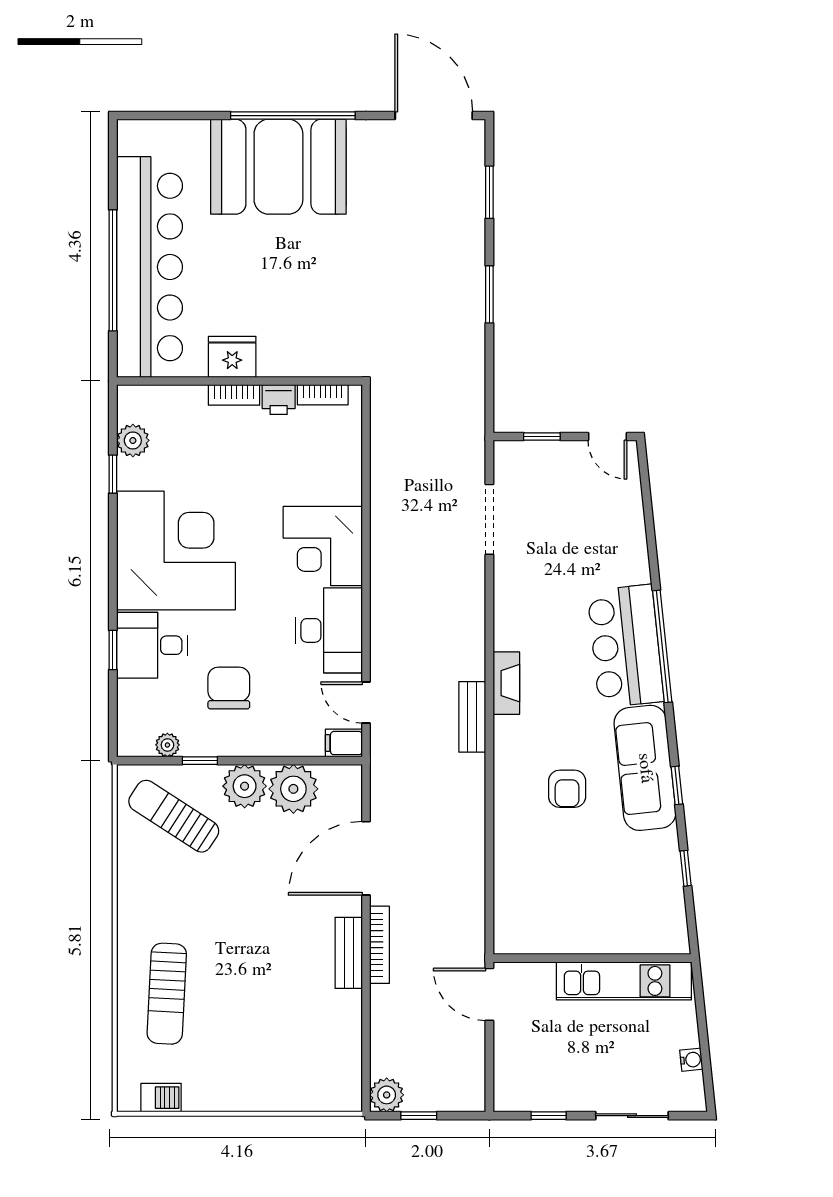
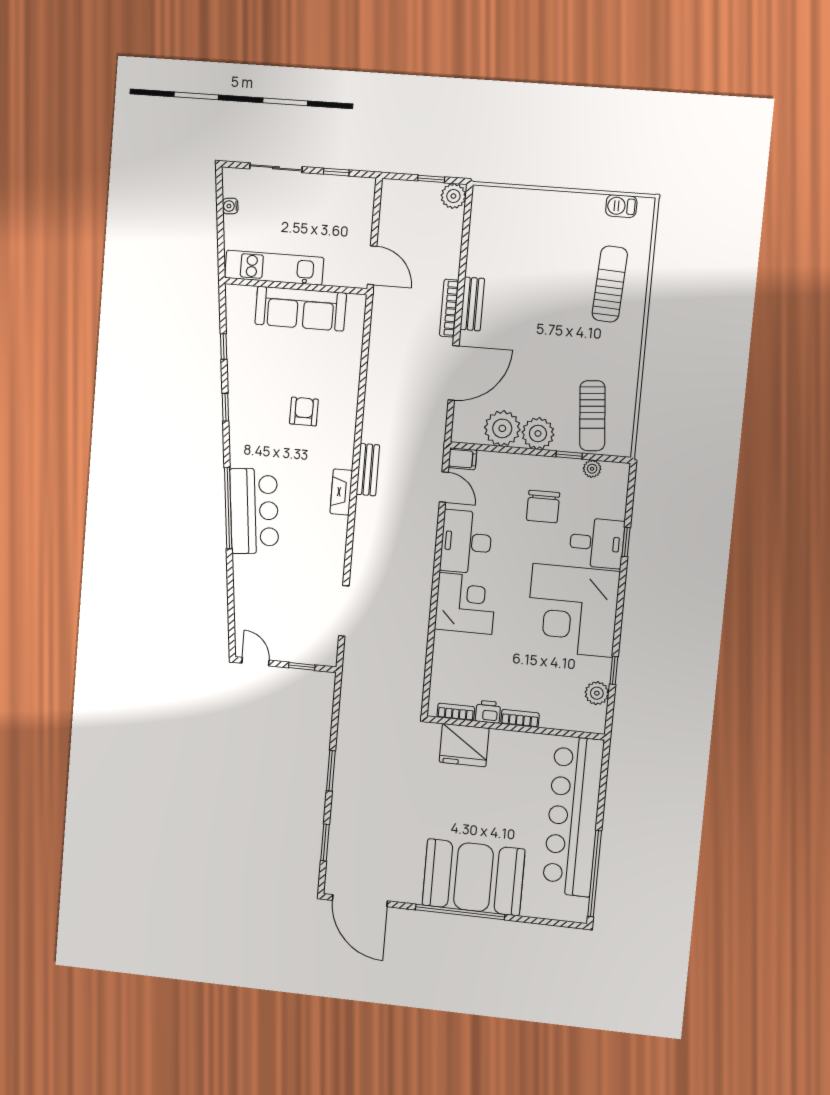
window: (113, 270) -> (595, 874), moved
fridge: (232, 357) -> (464, 745), moved, width x1.36, depth x1.34
sofa: (645, 768) -> (301, 309), moved, turned 96
sun lounger: (174, 816) -> (592, 416), turned 52

